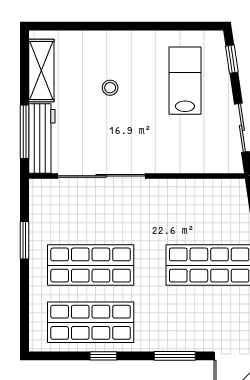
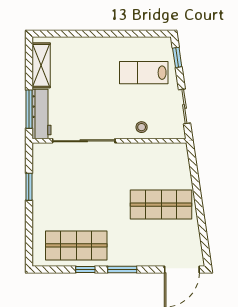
lab bench: (185, 81) -> (144, 73), turned -90
stool: (110, 88) -> (142, 127), moved
shop shelf: (91, 265) -> (76, 205), removed
window: (175, 356) -> (122, 269), moved

